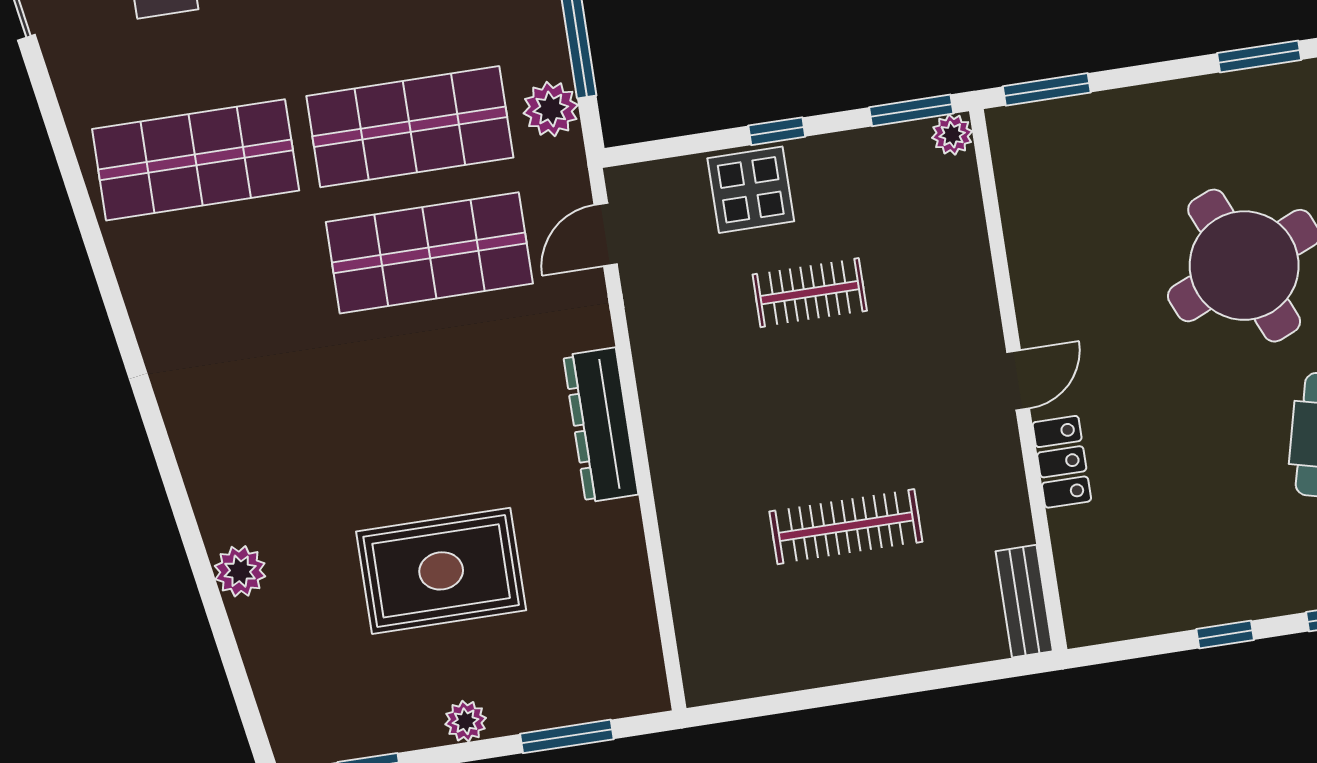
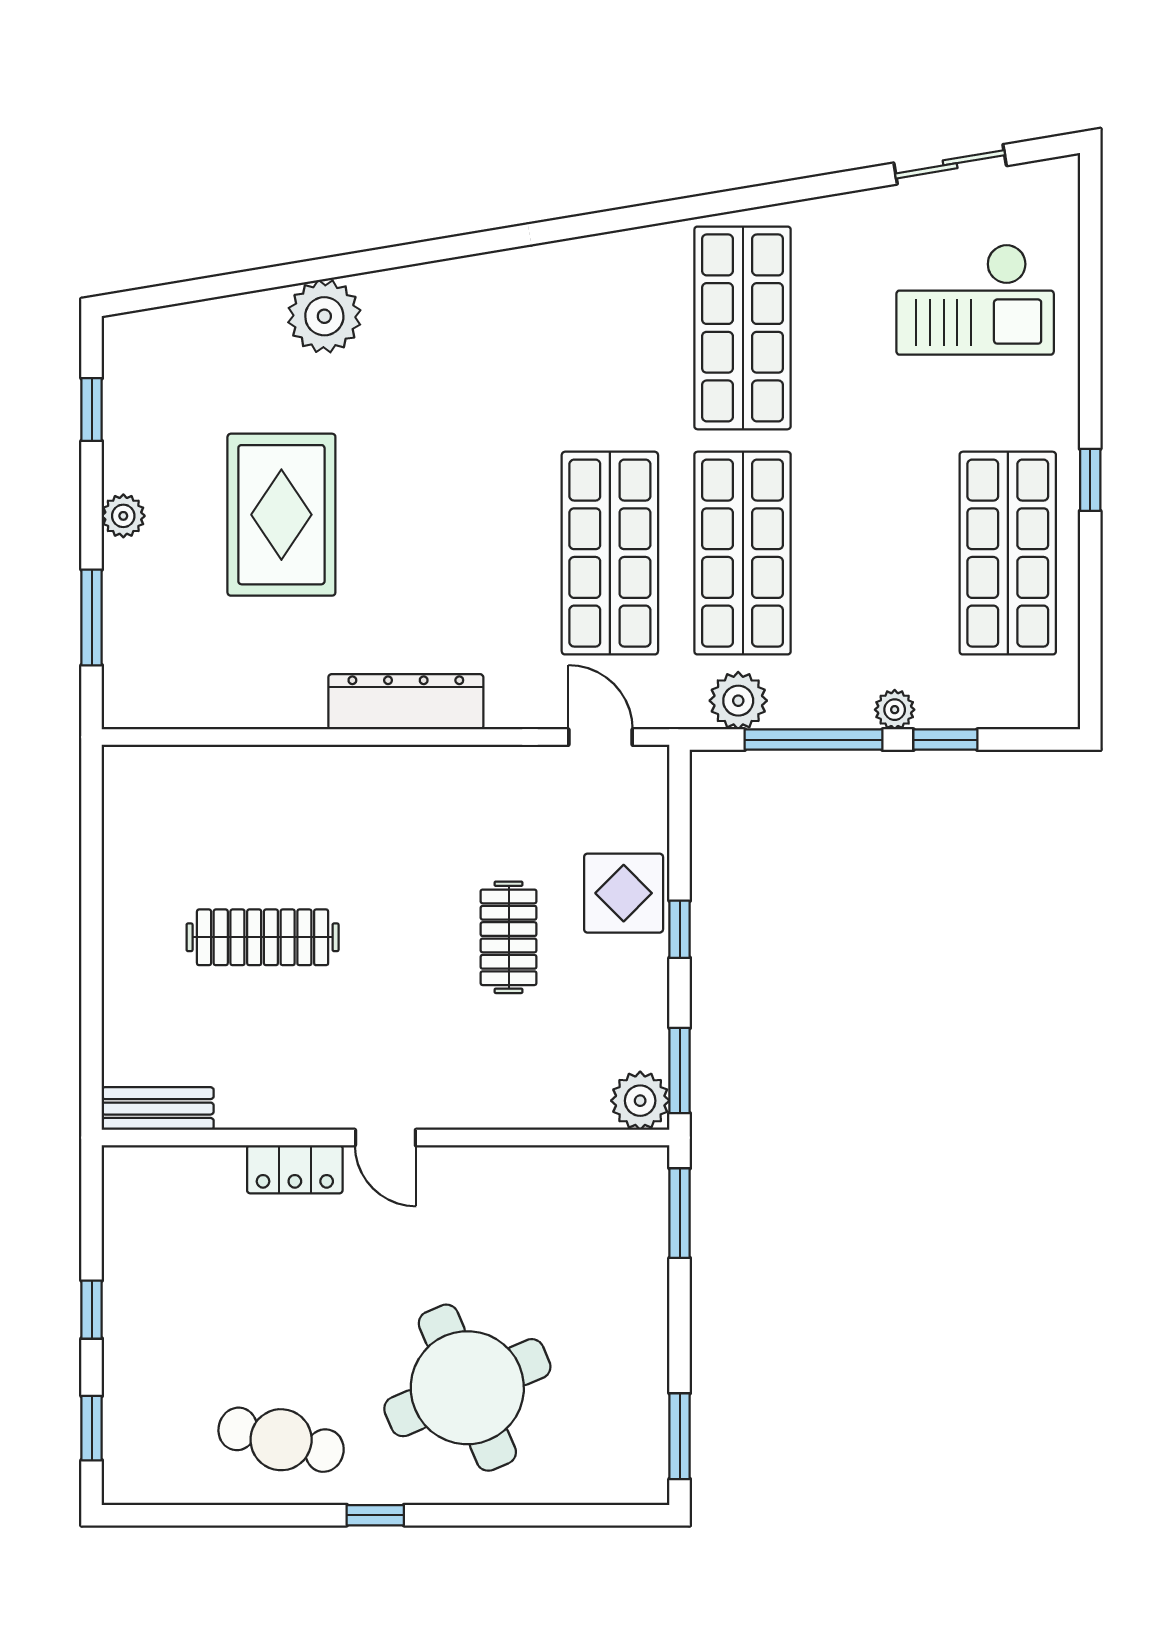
plant: (952, 135) -> (640, 1101), width x1.38, depth x1.38
clothes rail: (846, 527) -> (263, 937), turned 90
plant: (240, 571) -> (324, 316), width x1.36, depth x1.36

